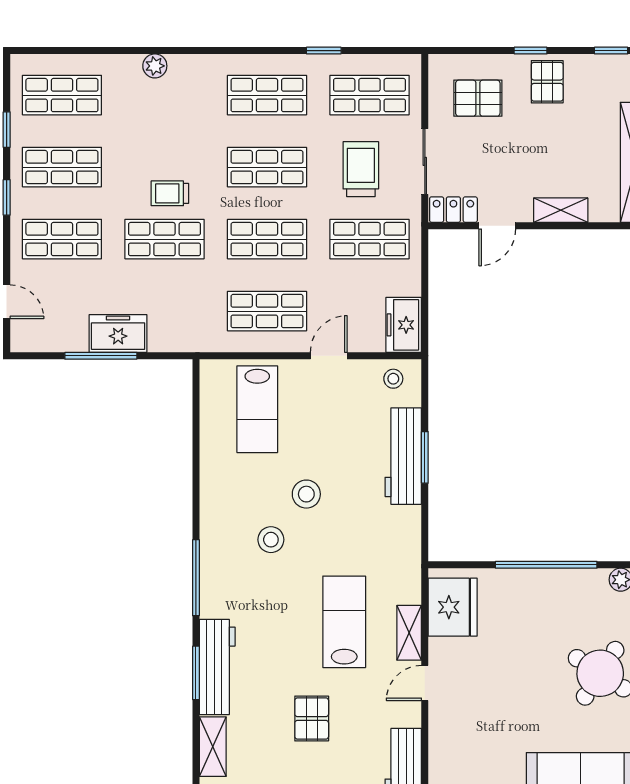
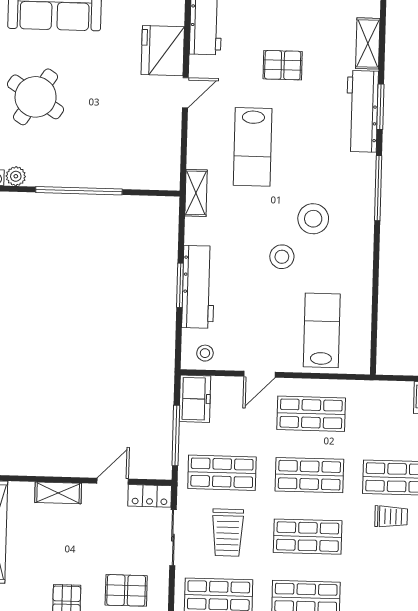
window: (425, 281) -> (176, 435), added
stool: (271, 540) -> (313, 219), width x1.38, depth x1.38
fridge: (453, 607) -> (163, 51), moved
shelving: (409, 633) -> (196, 193), moved
pallet: (312, 719) -> (283, 65), turned 90

